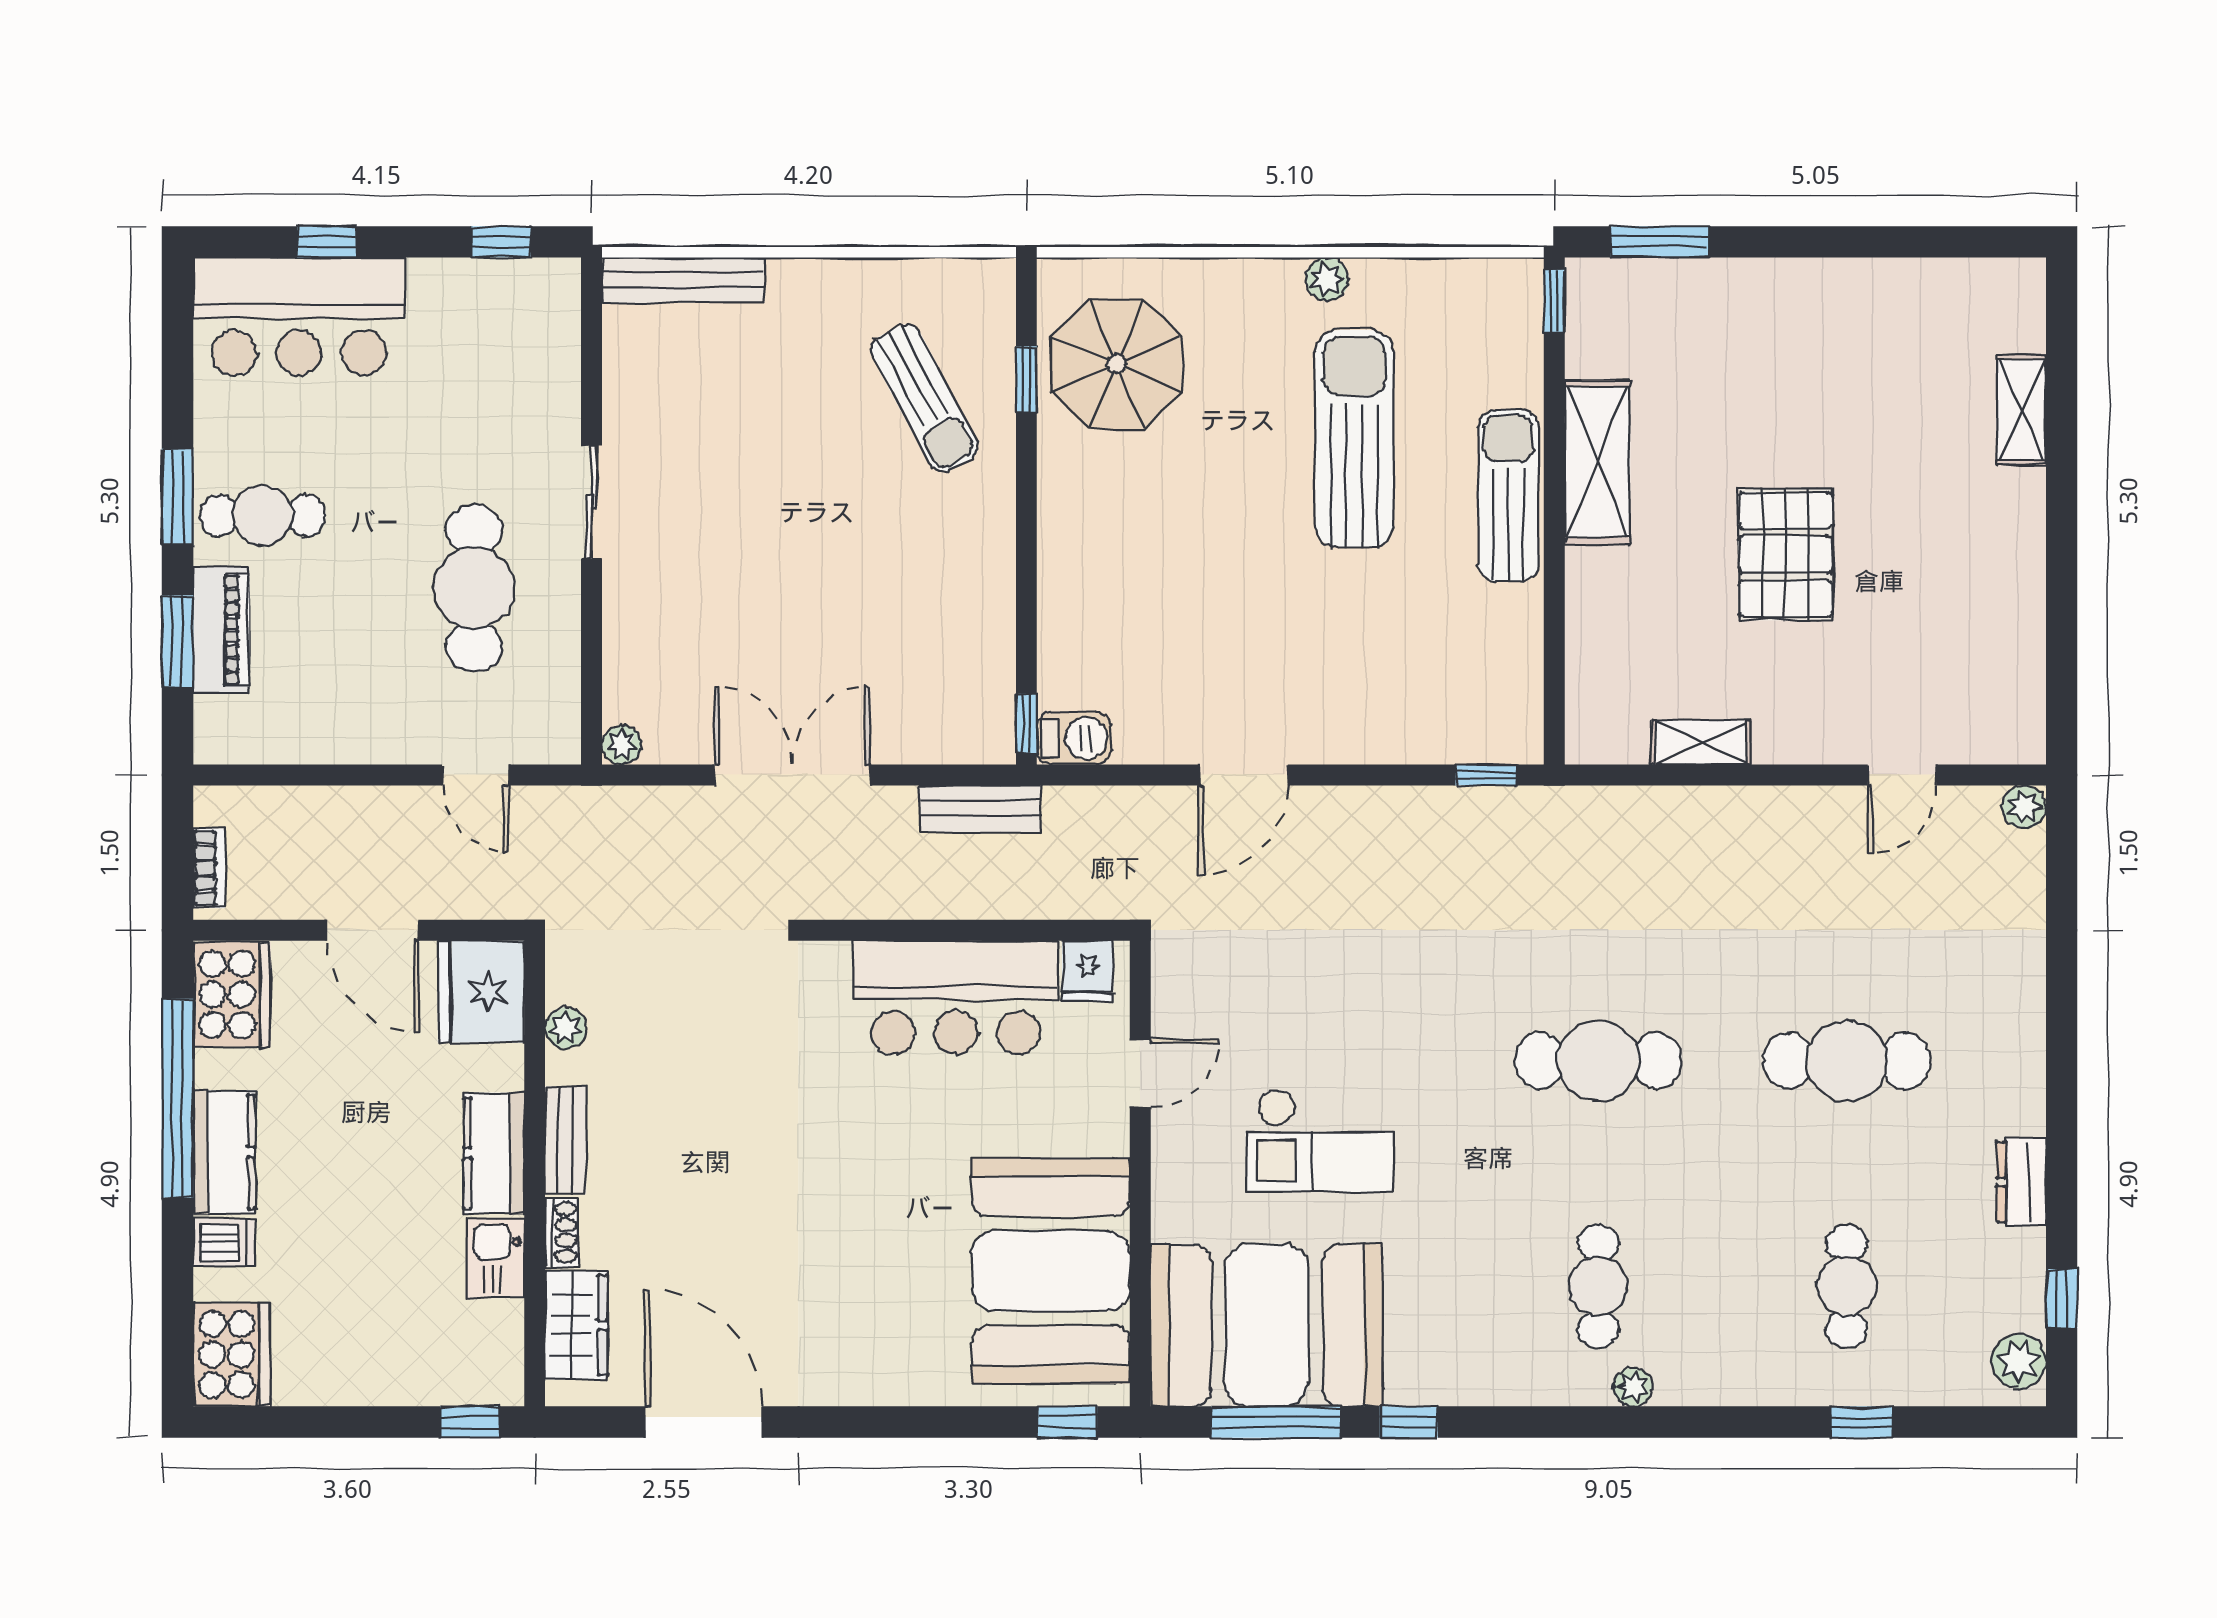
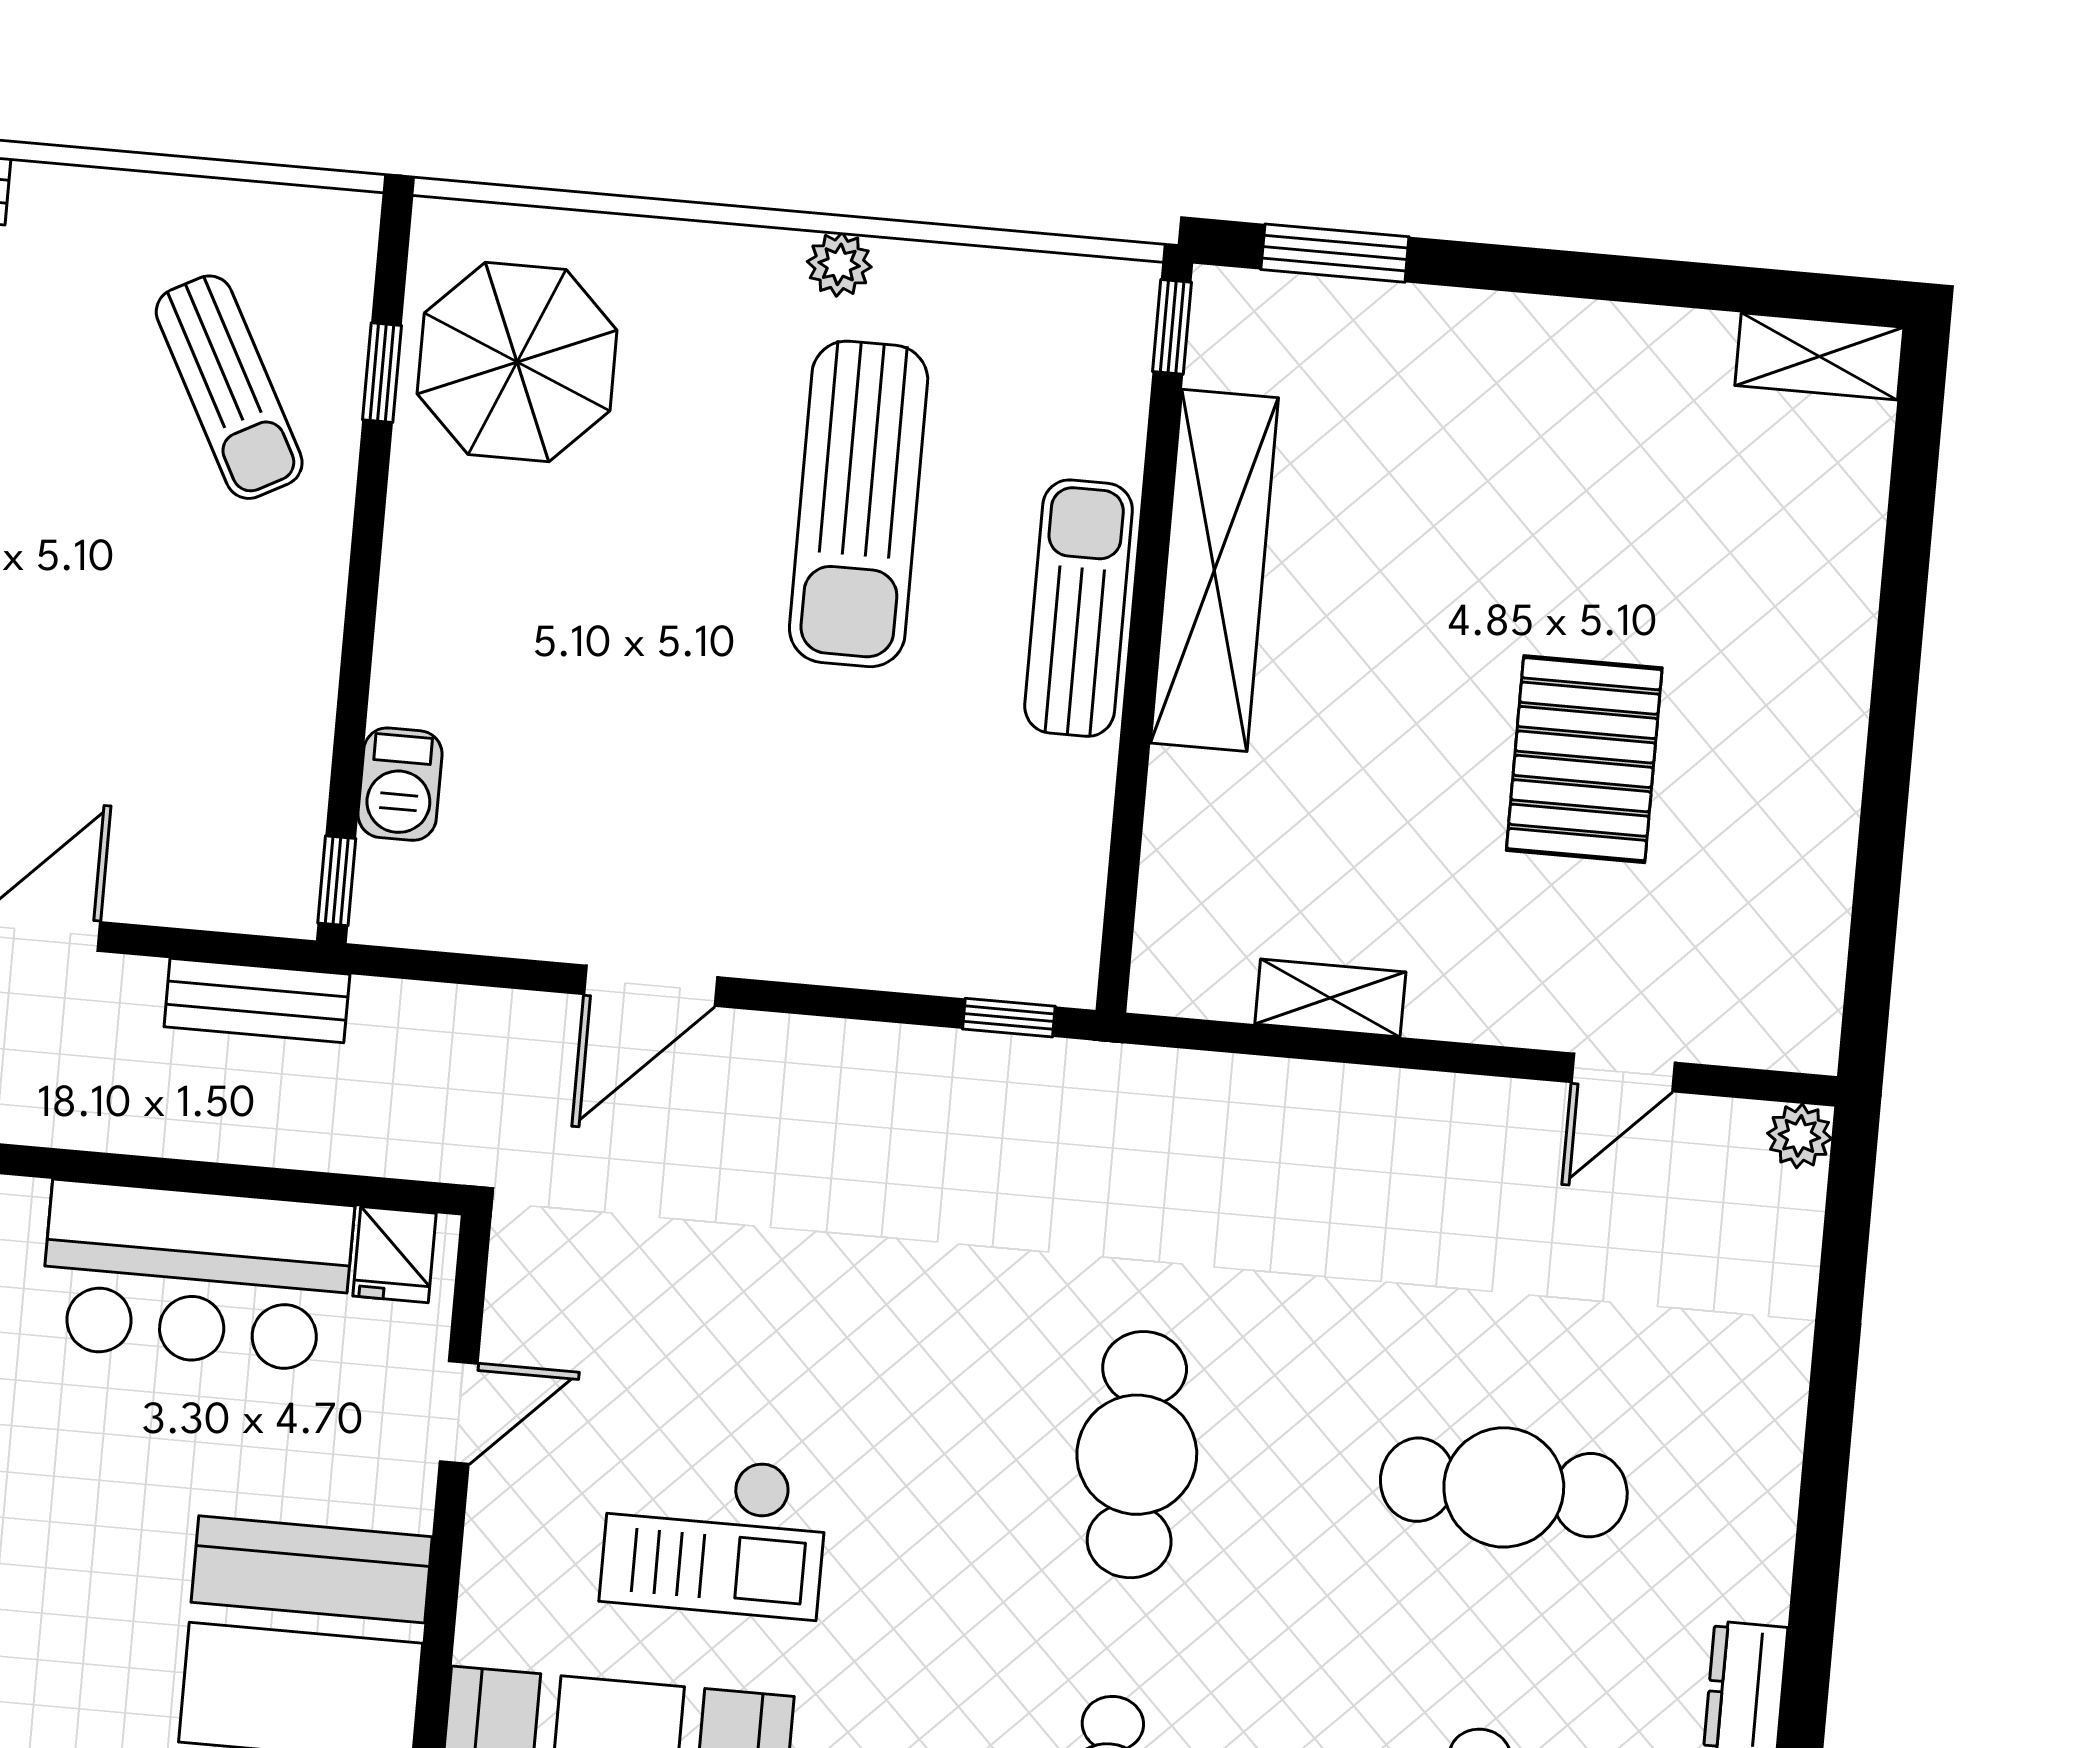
shelving: (2021, 410) -> (1819, 356), moved, turned 90
sun lounger: (1354, 439) -> (859, 504), turned 180
shelving: (1597, 462) -> (1214, 570), width x1.47
pallet: (1785, 554) -> (1584, 759), moved
barbecue: (1074, 738) -> (400, 784), moved, turned 90
cafe table: (1598, 1061) -> (1137, 1455), turned 90

